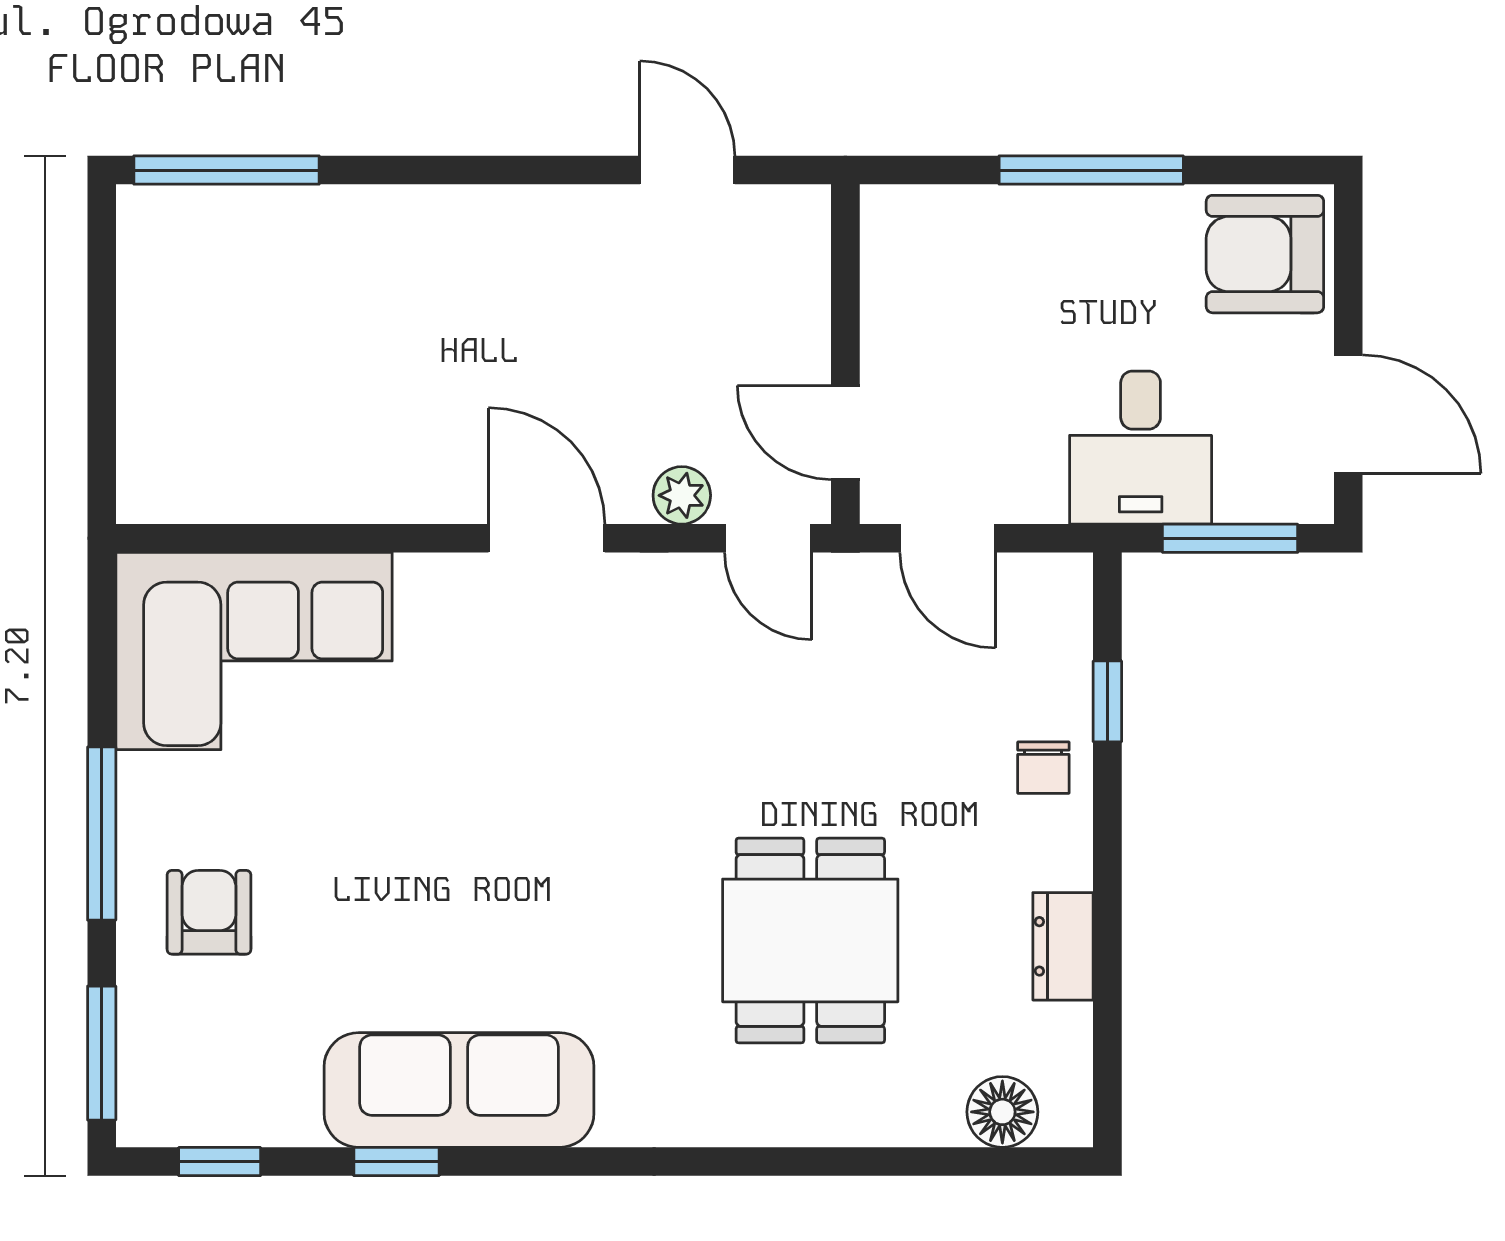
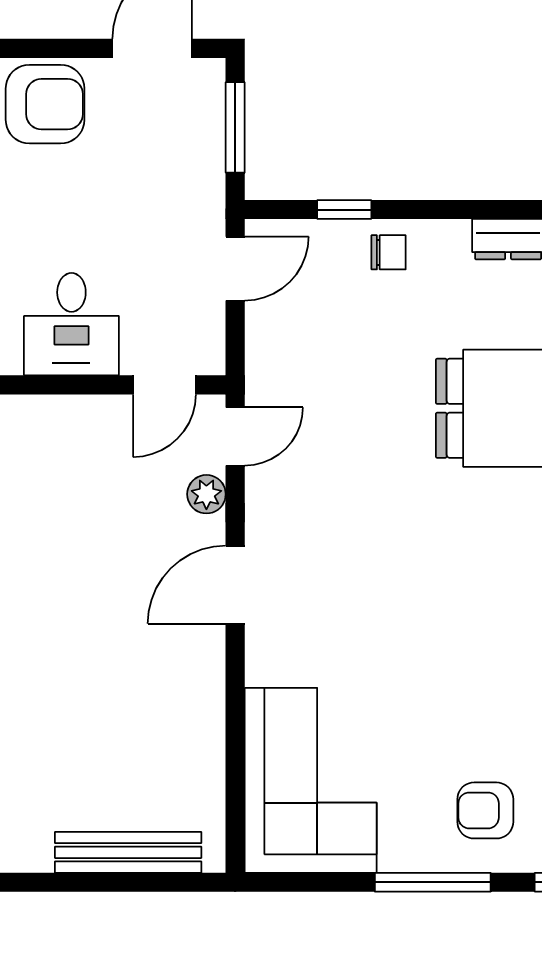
armchair: (1265, 254) -> (45, 104), turned -90
bench: (147, 378) -> (128, 852), added
desk: (1141, 448) -> (71, 324), moved, turned 90
door: (948, 538) -> (235, 269), moved

